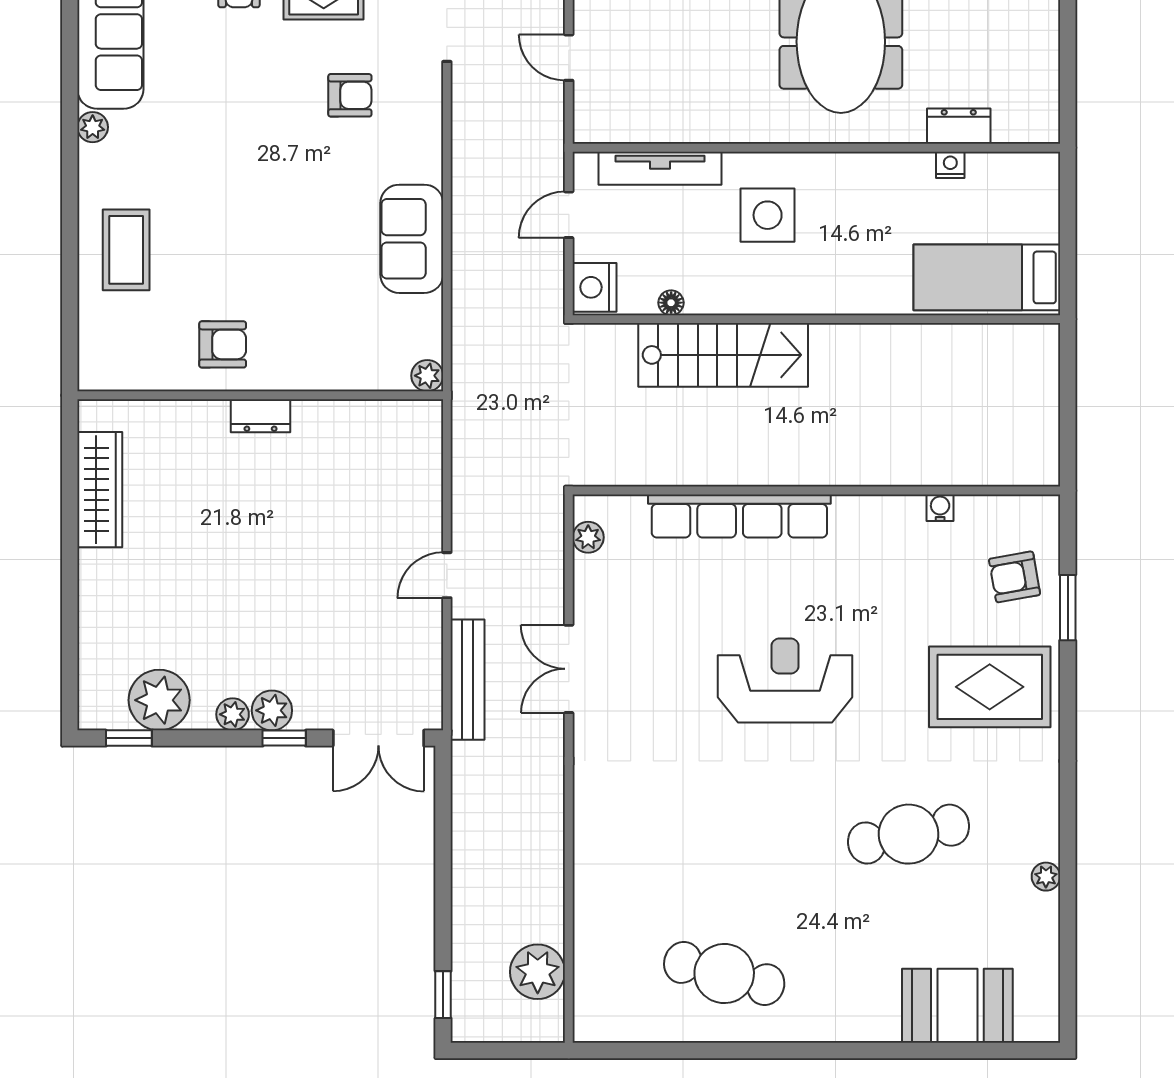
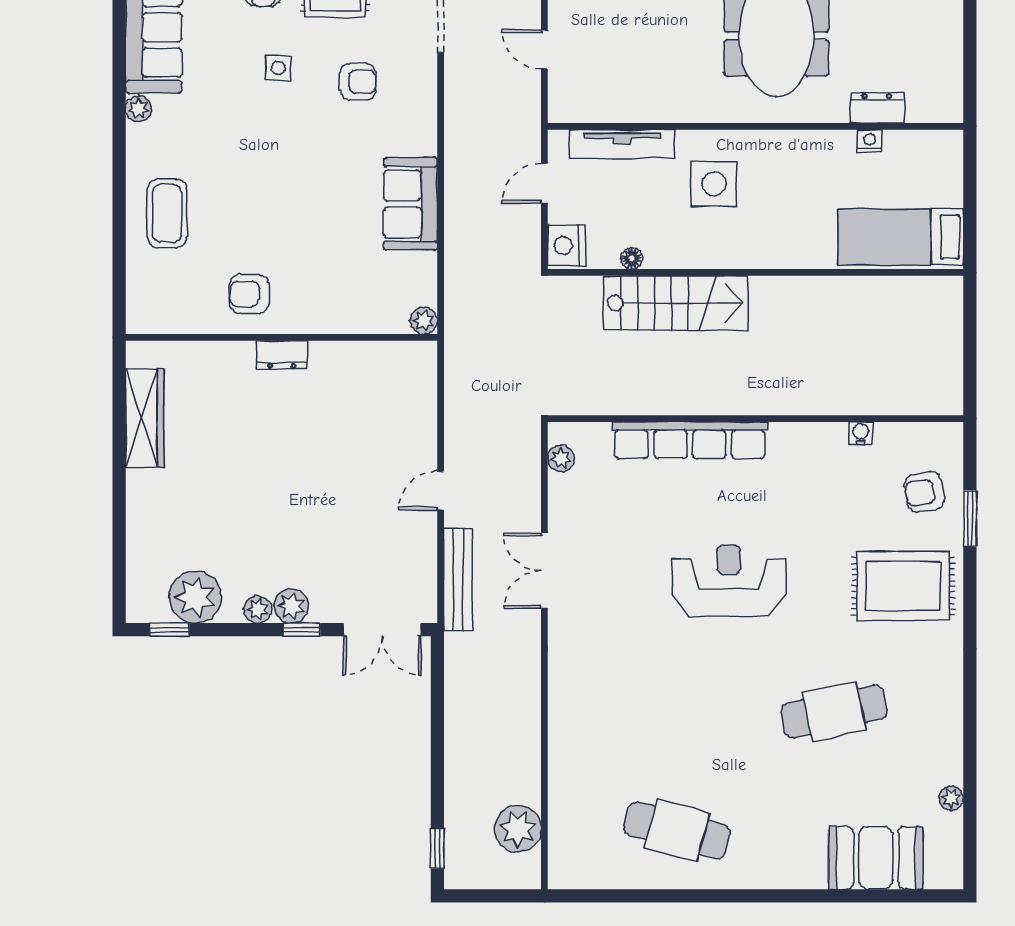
side table: (257, 79) -> (278, 68), added
armchair: (223, 344) -> (249, 294), turned 180
plant: (1046, 877) -> (951, 798), moved

